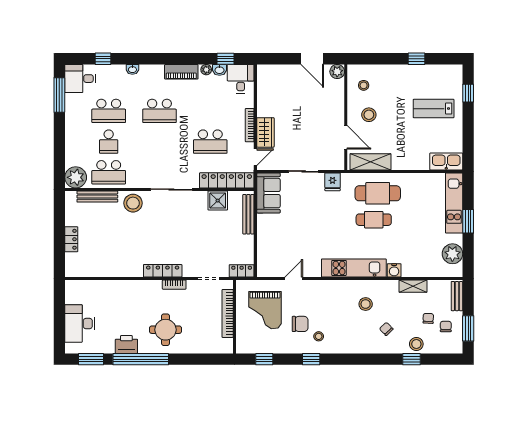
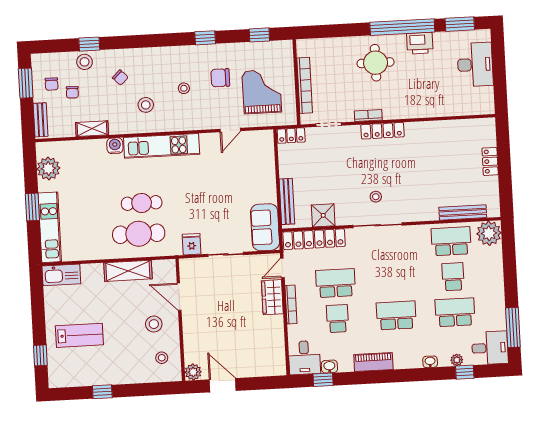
plant: (206, 70) -> (457, 360), moved
school desk: (210, 111) -> (337, 319), added
shelving: (370, 162) -> (128, 271), moved
stool: (133, 203) -> (376, 197), moved, width x0.53, depth x0.53
stool: (319, 336) -> (184, 88), moved

